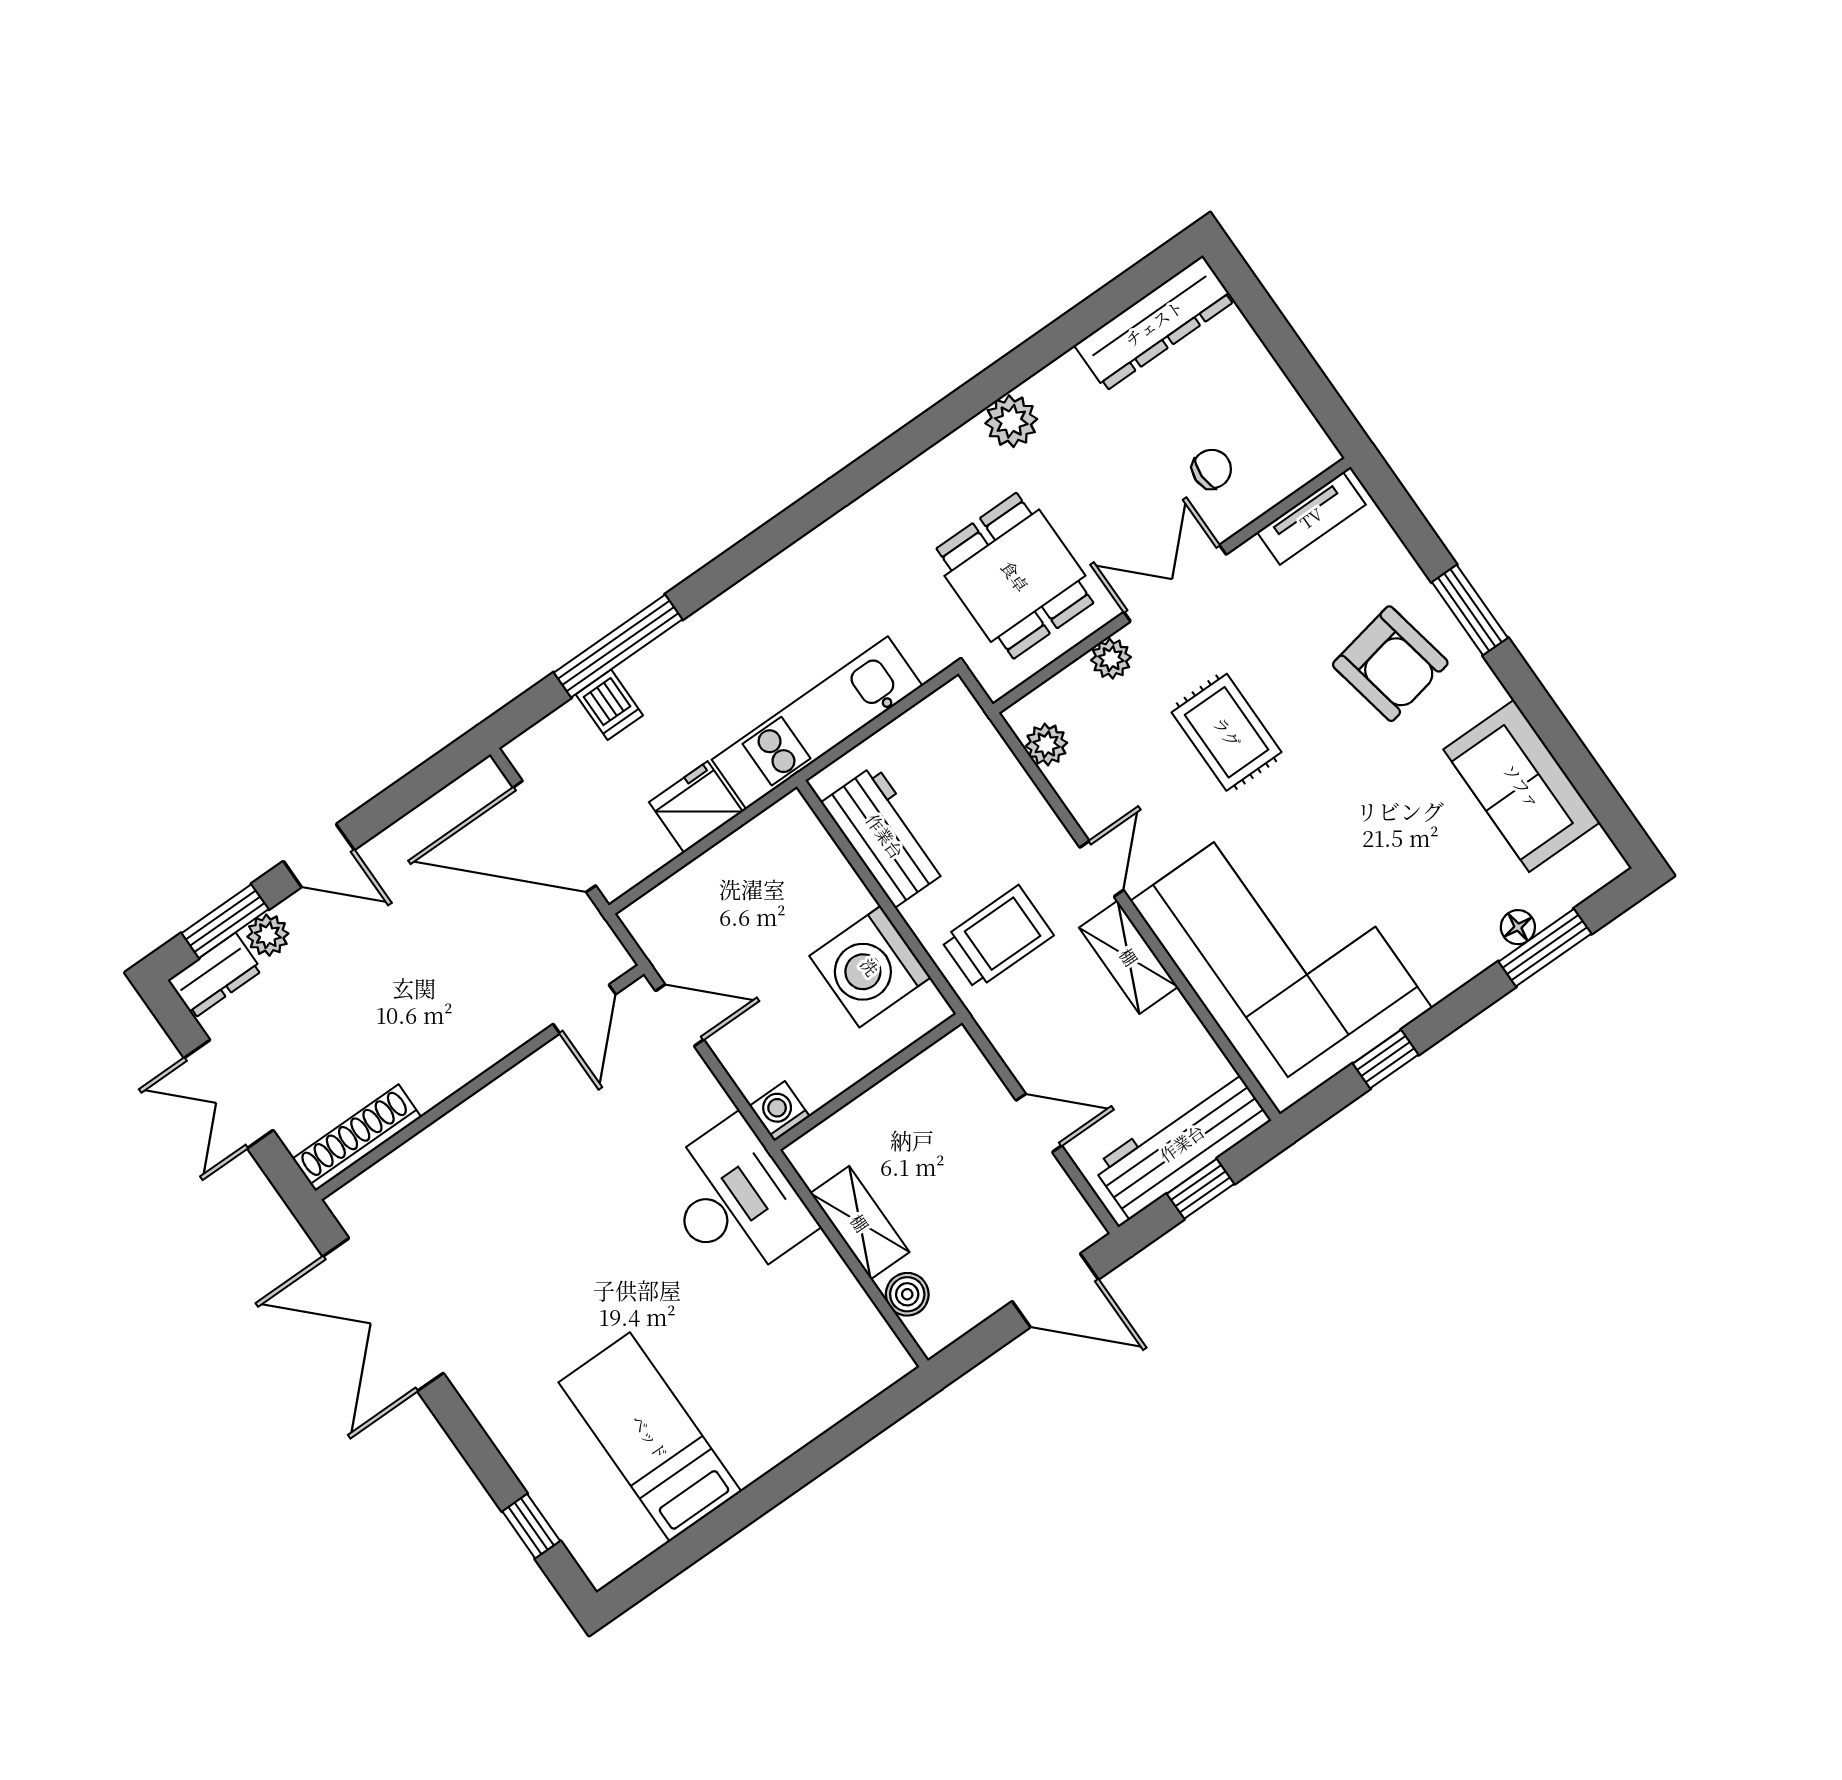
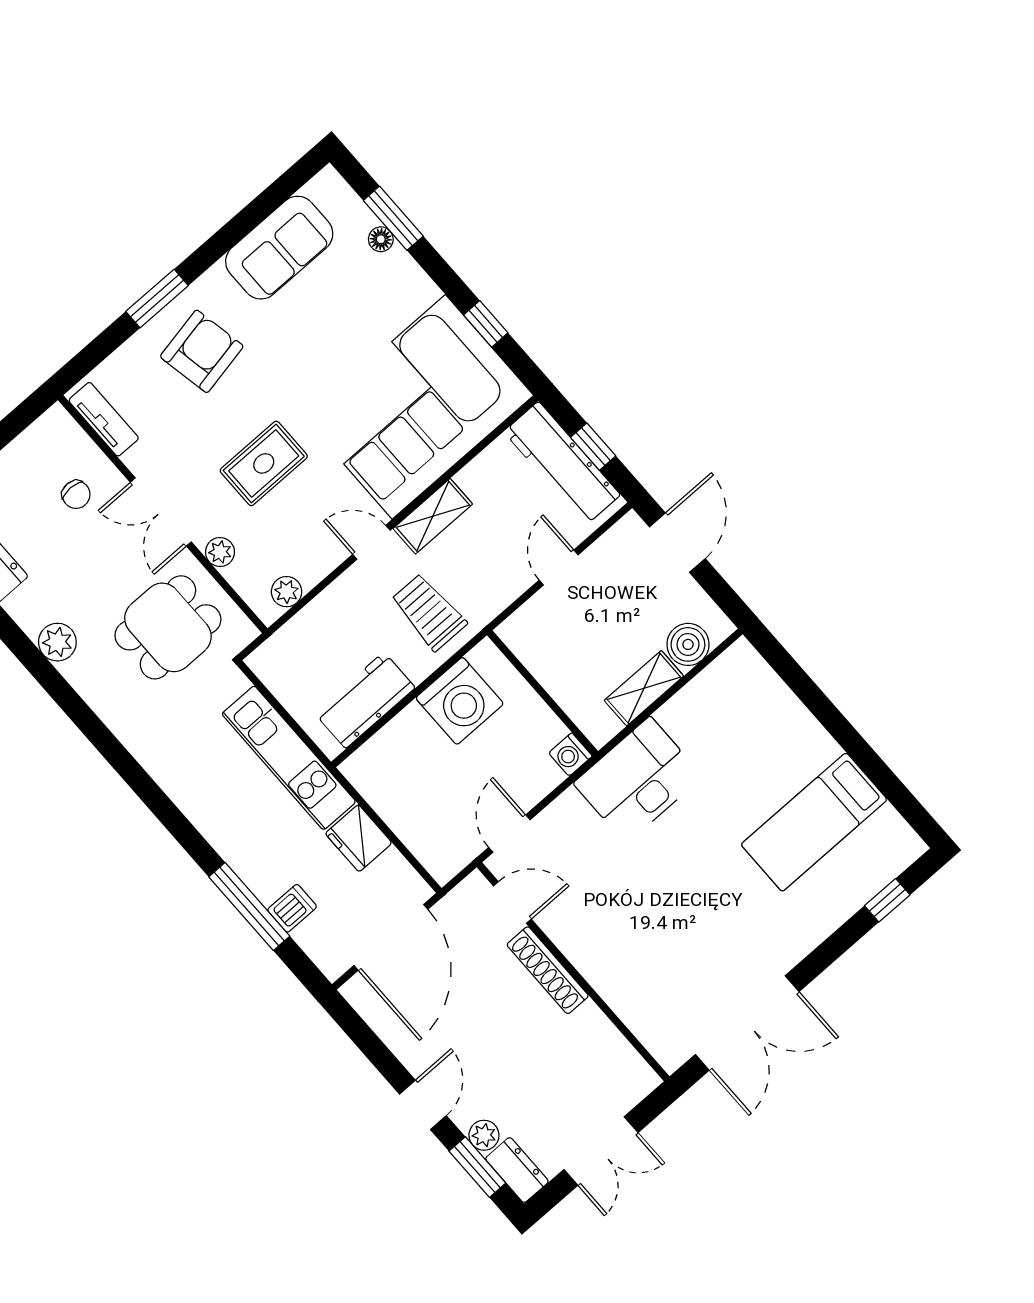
chair: (1212, 469) -> (76, 495), turned 180
shoe rack: (357, 1138) -> (548, 970), moved
boiler: (907, 1294) -> (688, 644), width x1.36, depth x1.36

